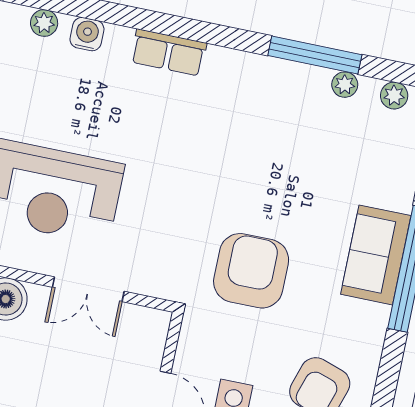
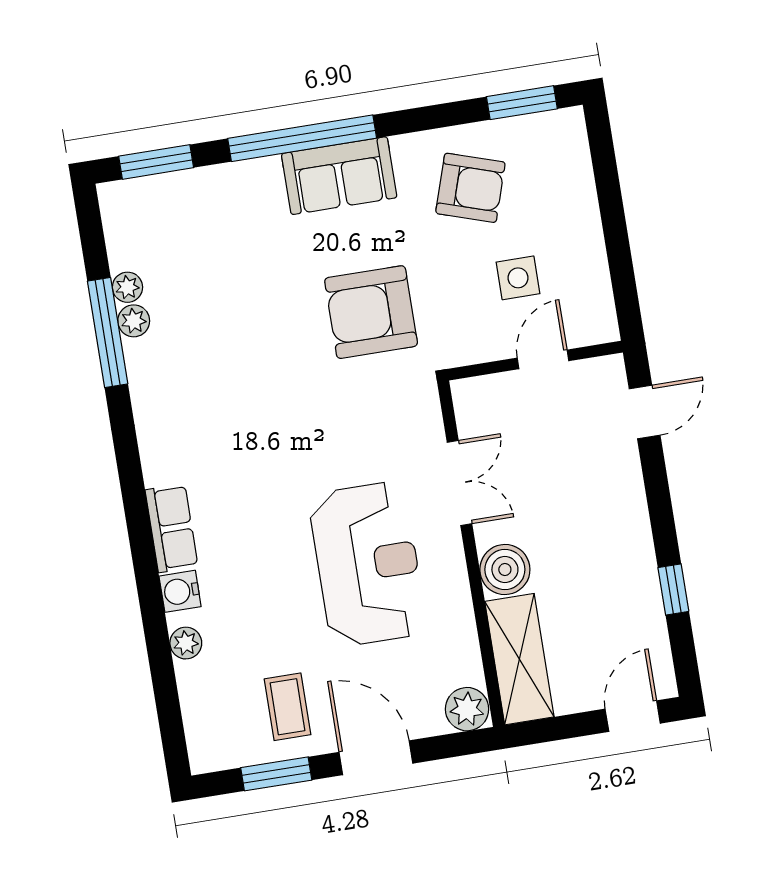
row of seats: (169, 52) -> (172, 528), moved
plant: (394, 96) -> (134, 321), moved
sofa: (376, 255) -> (339, 176), moved

